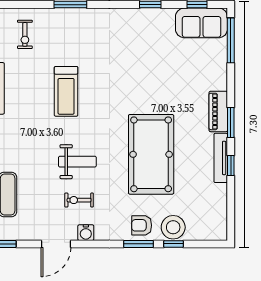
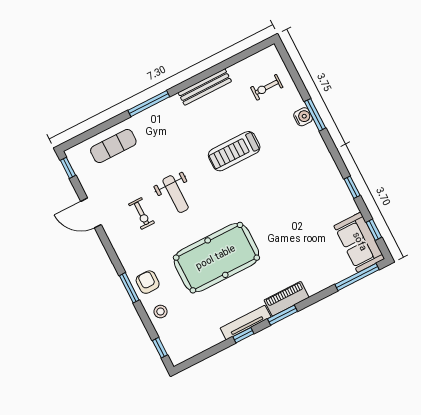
exercise bike: (79, 200) -> (141, 213), turned 180
stool: (173, 227) -> (160, 312), width x0.53, depth x0.53
water cooler: (86, 233) -> (303, 117), moved, turned 180
window: (173, 244) -> (160, 348), moved

